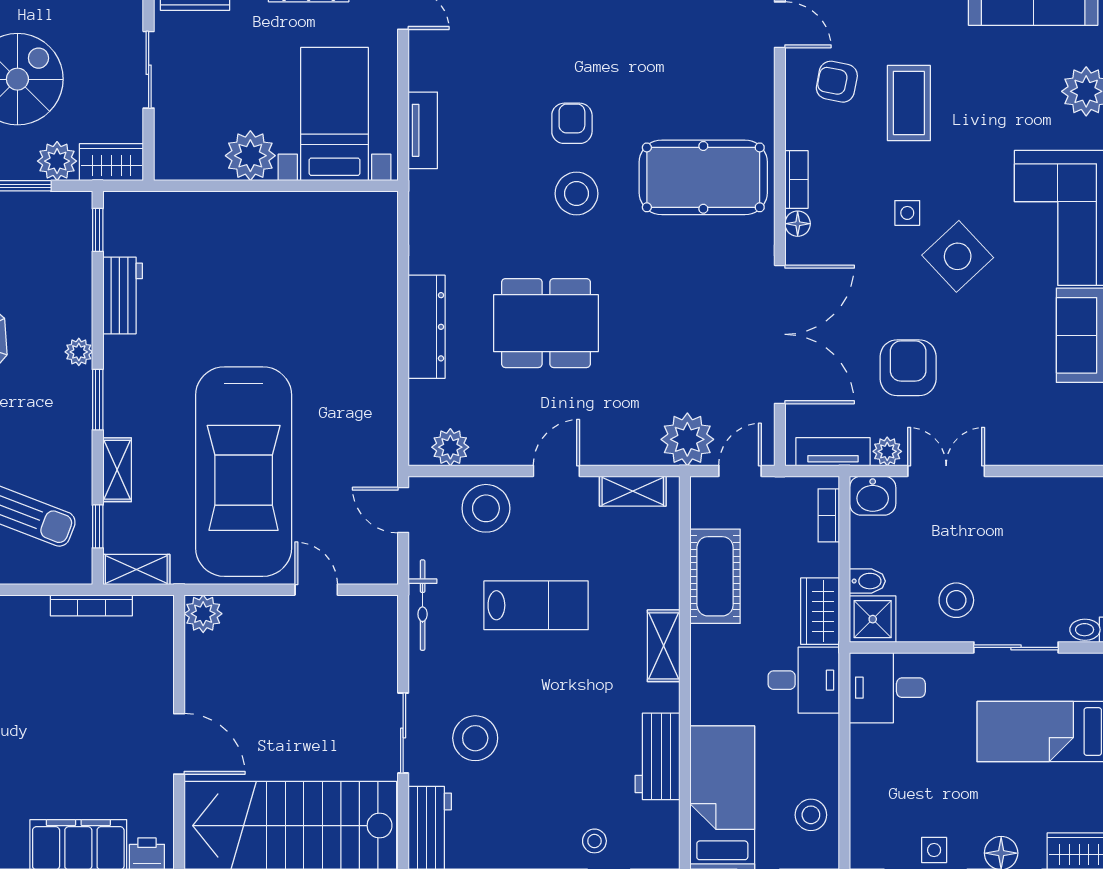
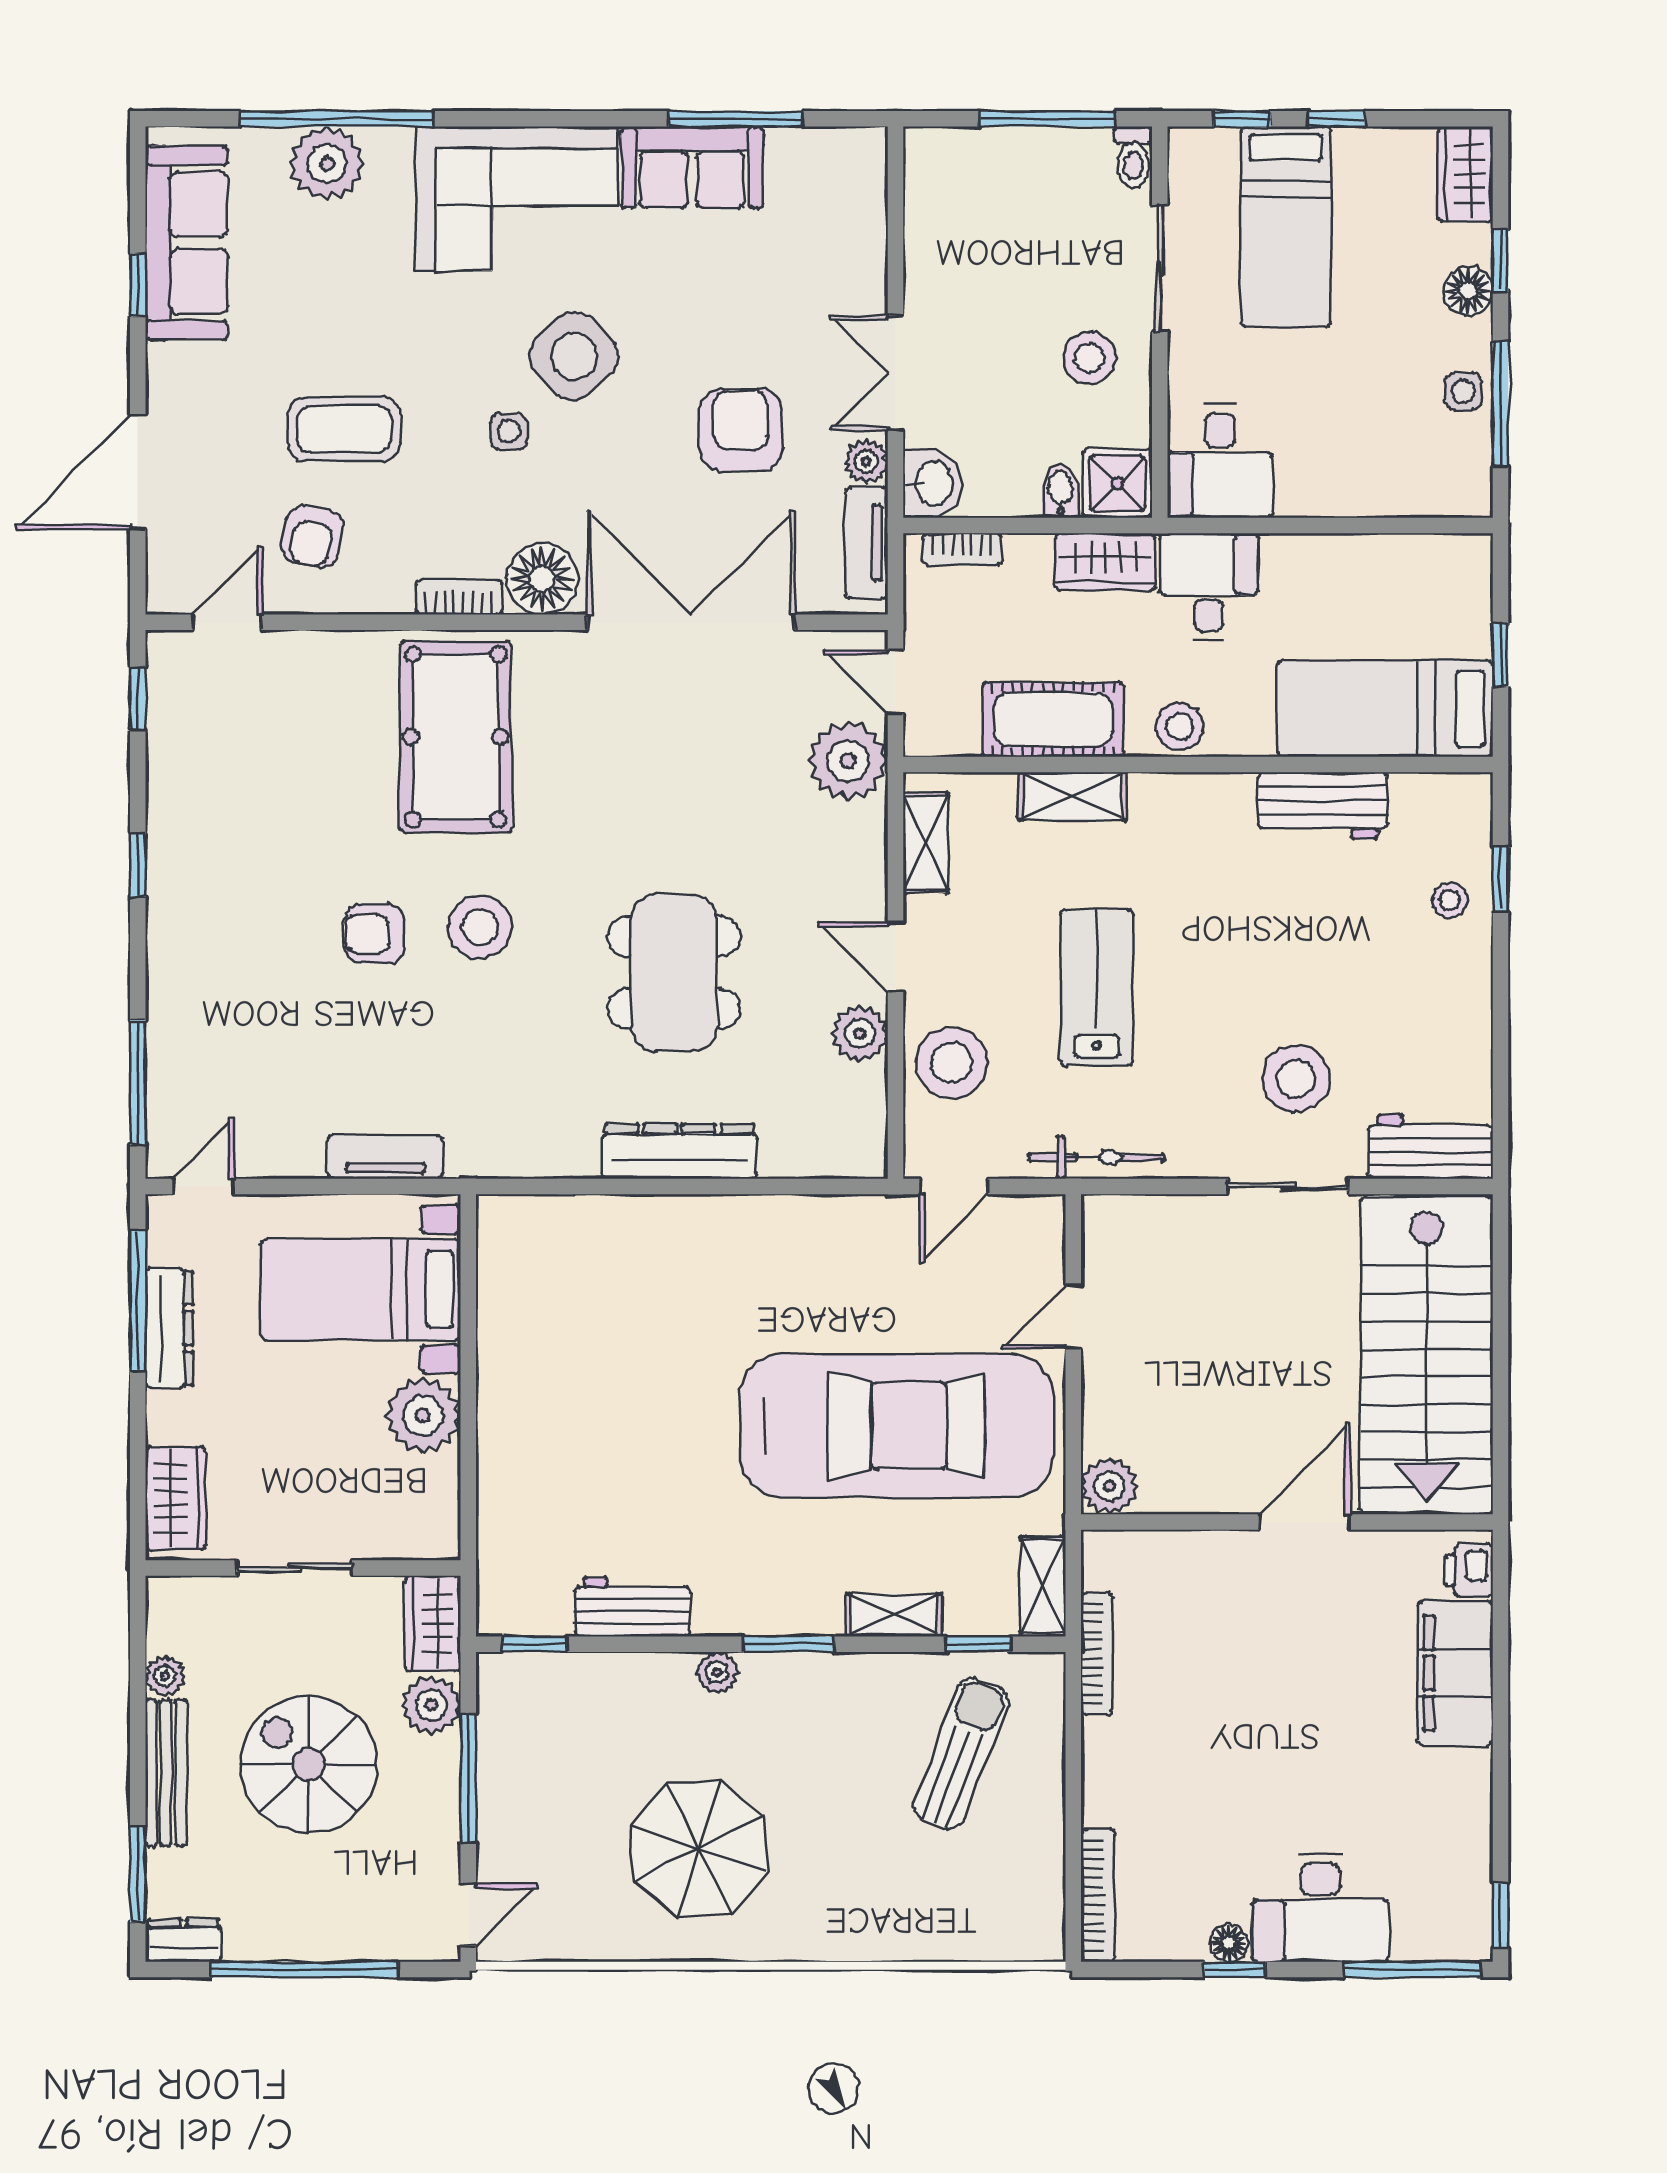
floor lamp: (798, 224) -> (542, 579), width x1.89, depth x1.89
armchair: (908, 368) -> (741, 430), turned 90
plant: (450, 447) -> (860, 1033), moved
shelving: (664, 646) -> (1072, 796), moved
stool: (811, 815) -> (1180, 727), moved

